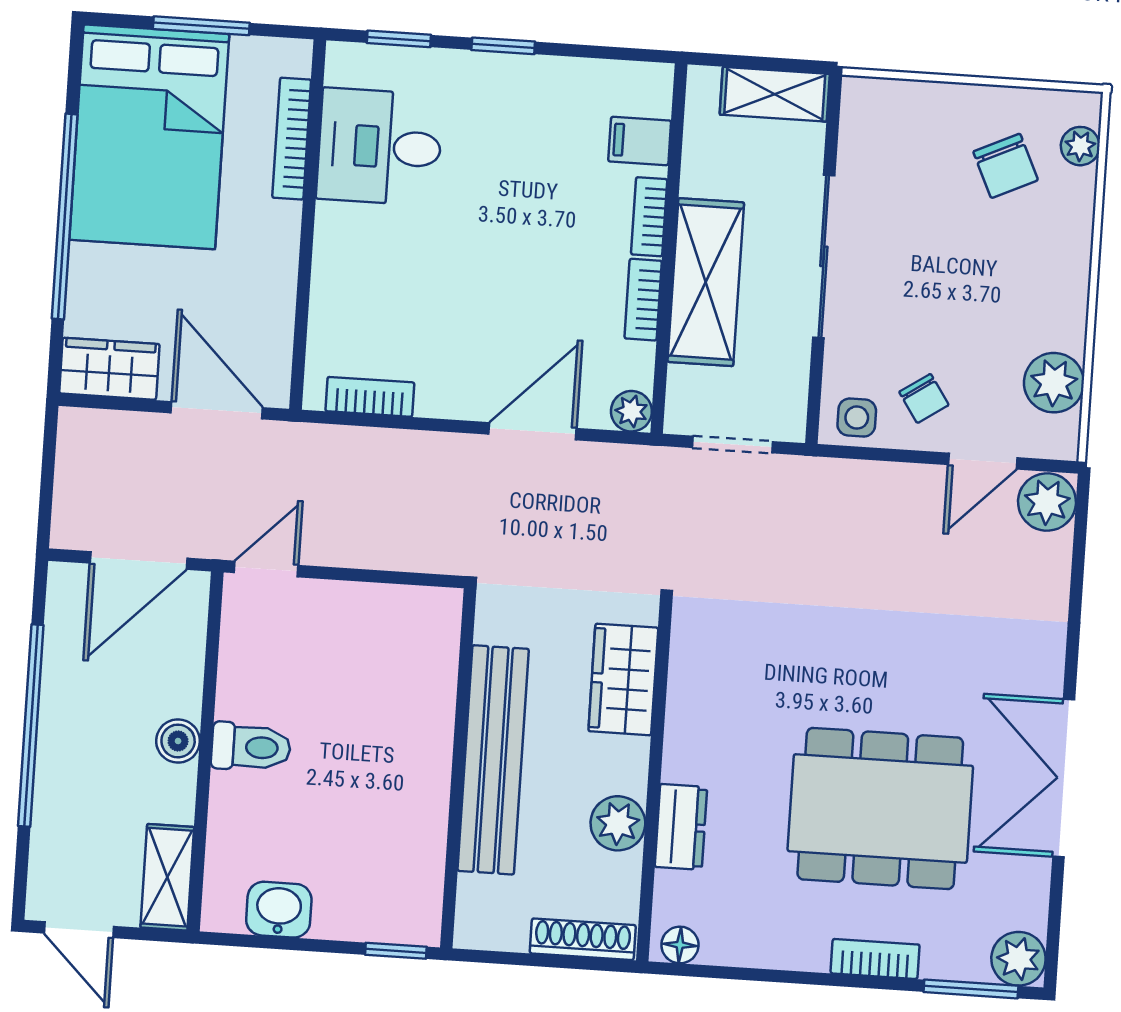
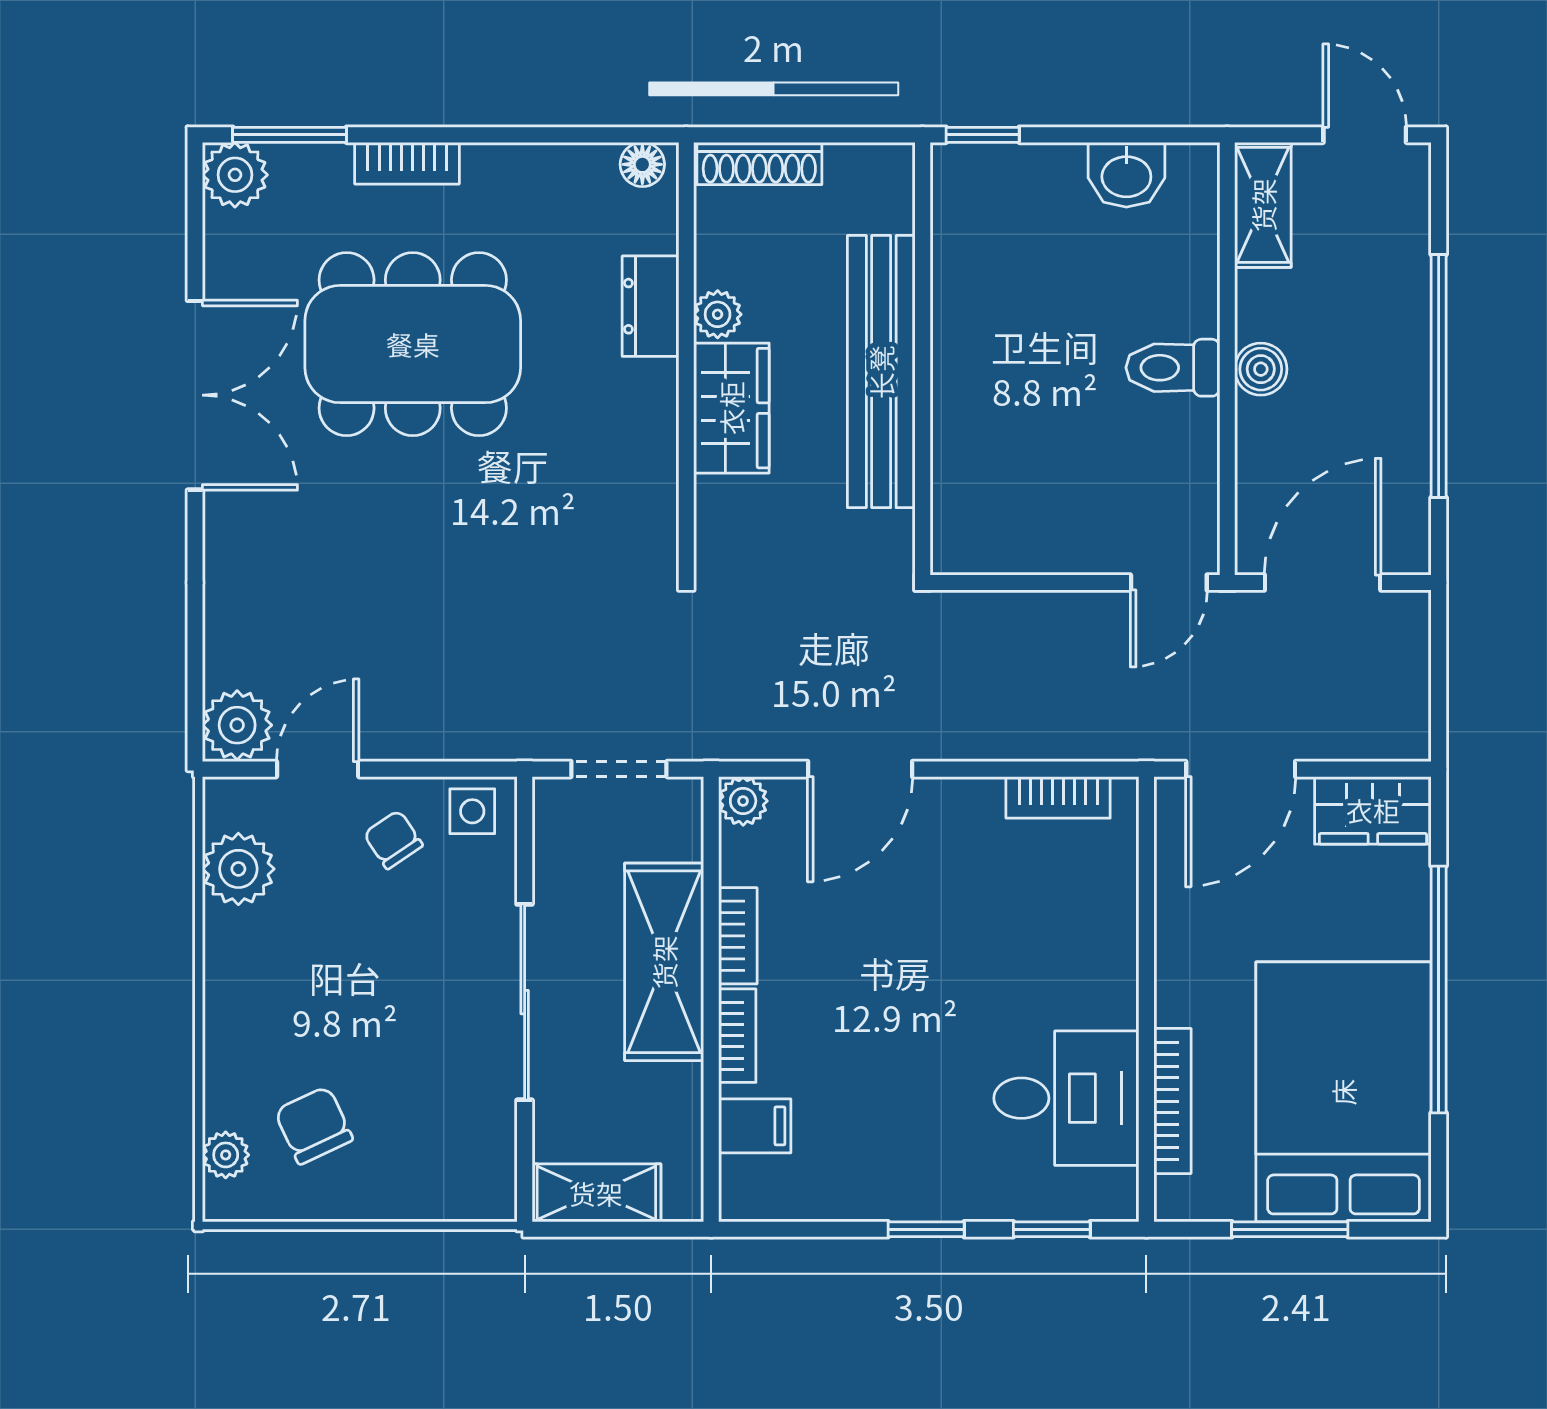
door: (217, 410) -> (1241, 769), hinge flipped
wardrobe: (623, 679) -> (731, 408), moved
plant: (618, 823) -> (718, 314), width x0.73, depth x0.73

